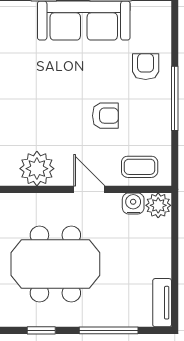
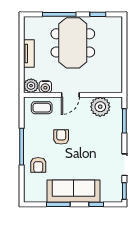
armchair: (105, 116) -> (61, 137), turned 90
door: (89, 189) -> (70, 95), hinge flipped
meeting table: (55, 264) -> (73, 43), moved, turned 90
tv unit: (162, 303) -> (29, 53), moved

